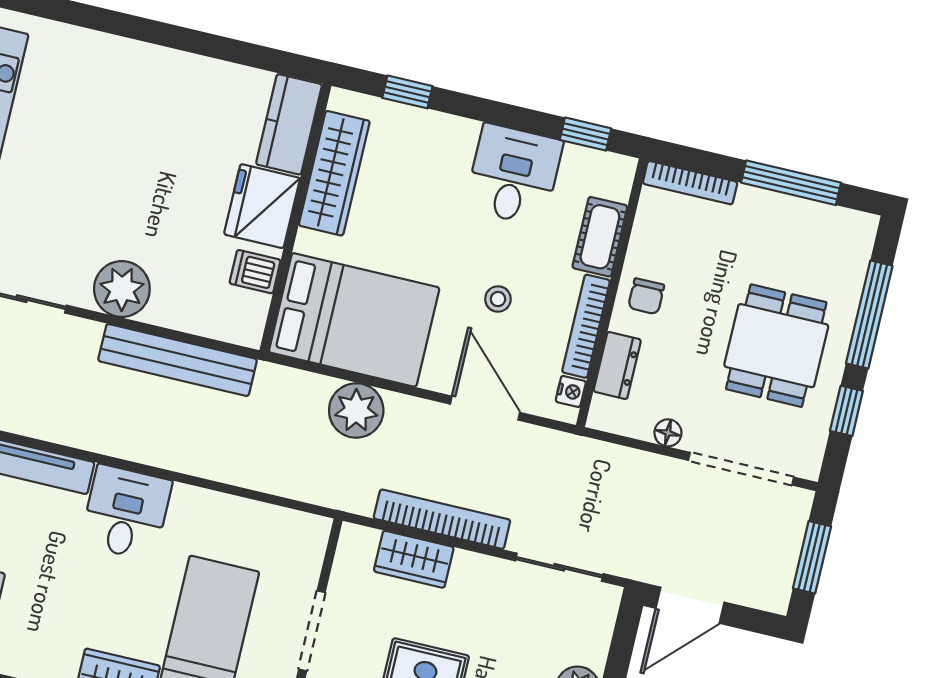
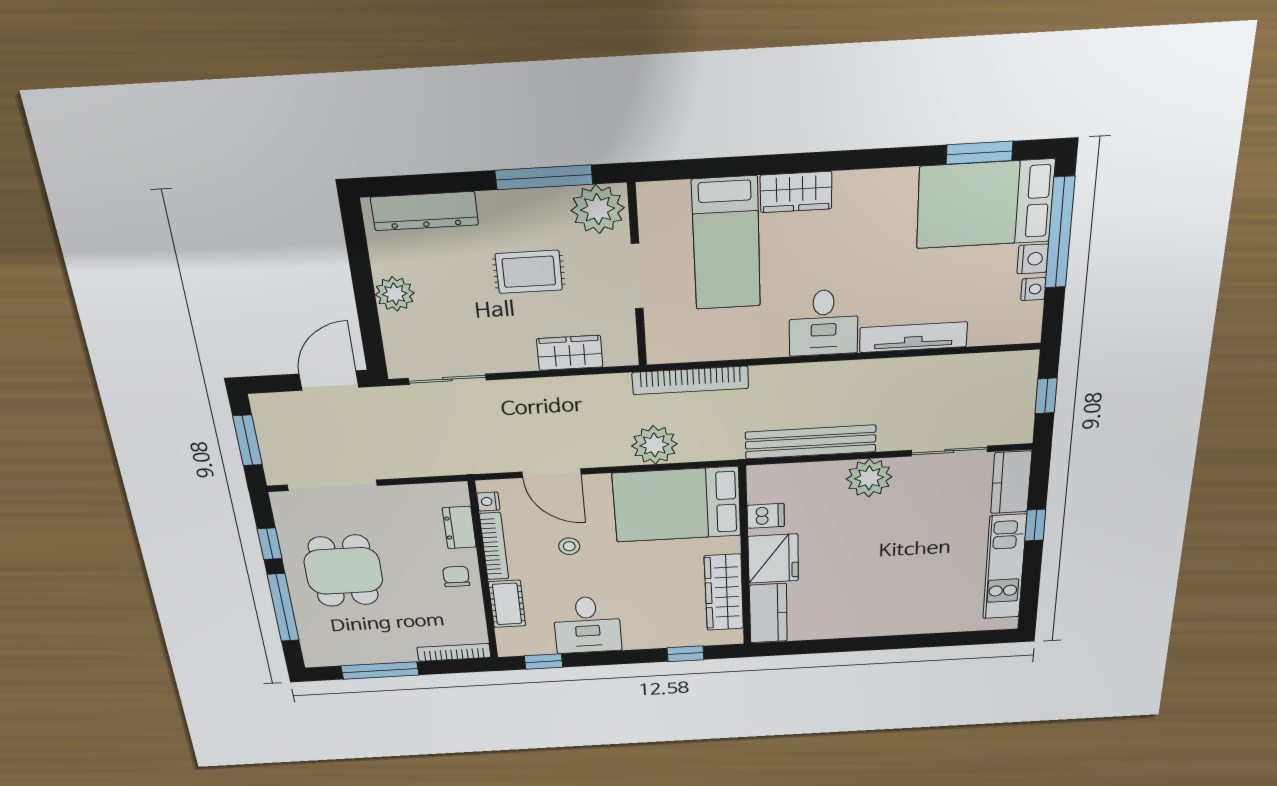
floor lamp: (668, 433) -> (400, 494), removed
bookcase: (442, 519) -> (690, 380), moved

